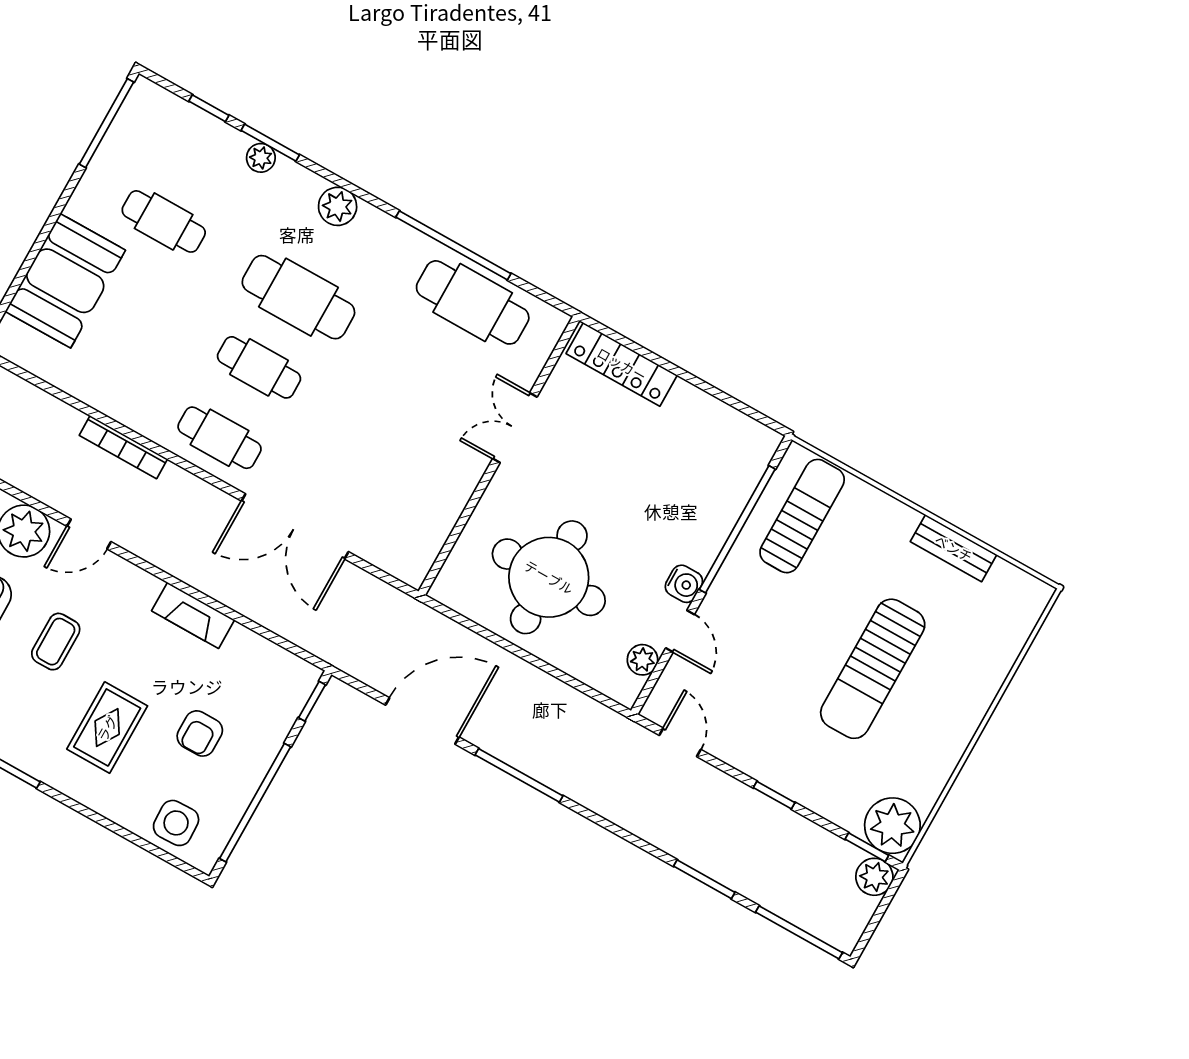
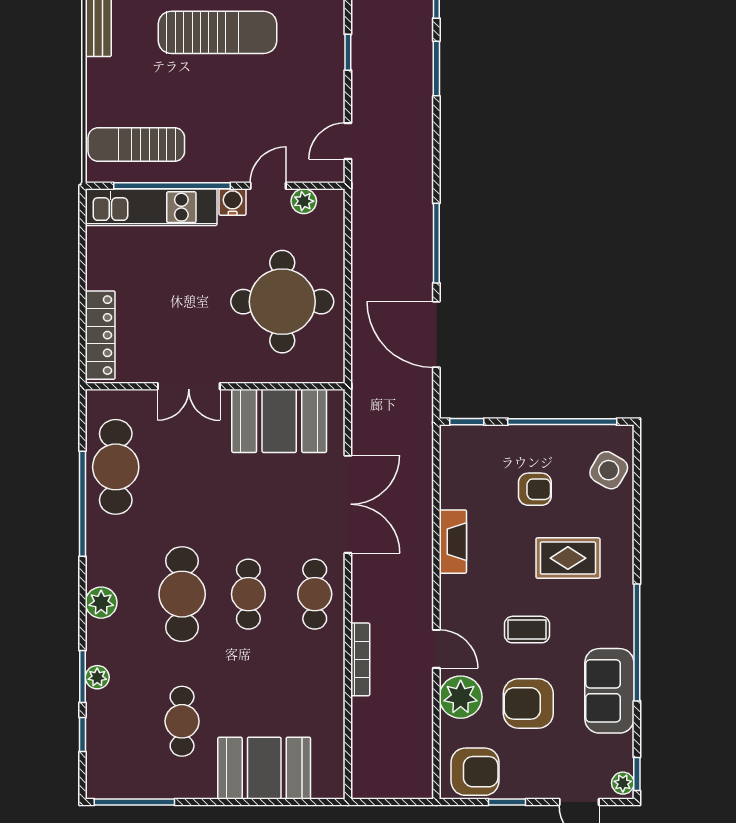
kitchen unit: (727, 494) -> (151, 207), added
booth: (424, 503) -> (279, 421), added
side table: (176, 823) -> (609, 470), turned 32

